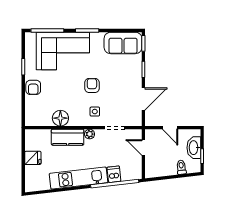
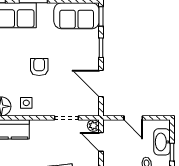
door: (143, 99) -> (101, 83), swing flipped
side table: (95, 112) -> (26, 103), moved
plant: (90, 134) -> (93, 126), moved

